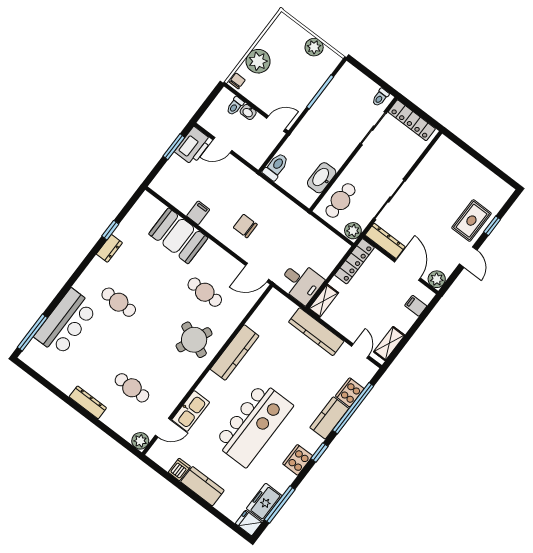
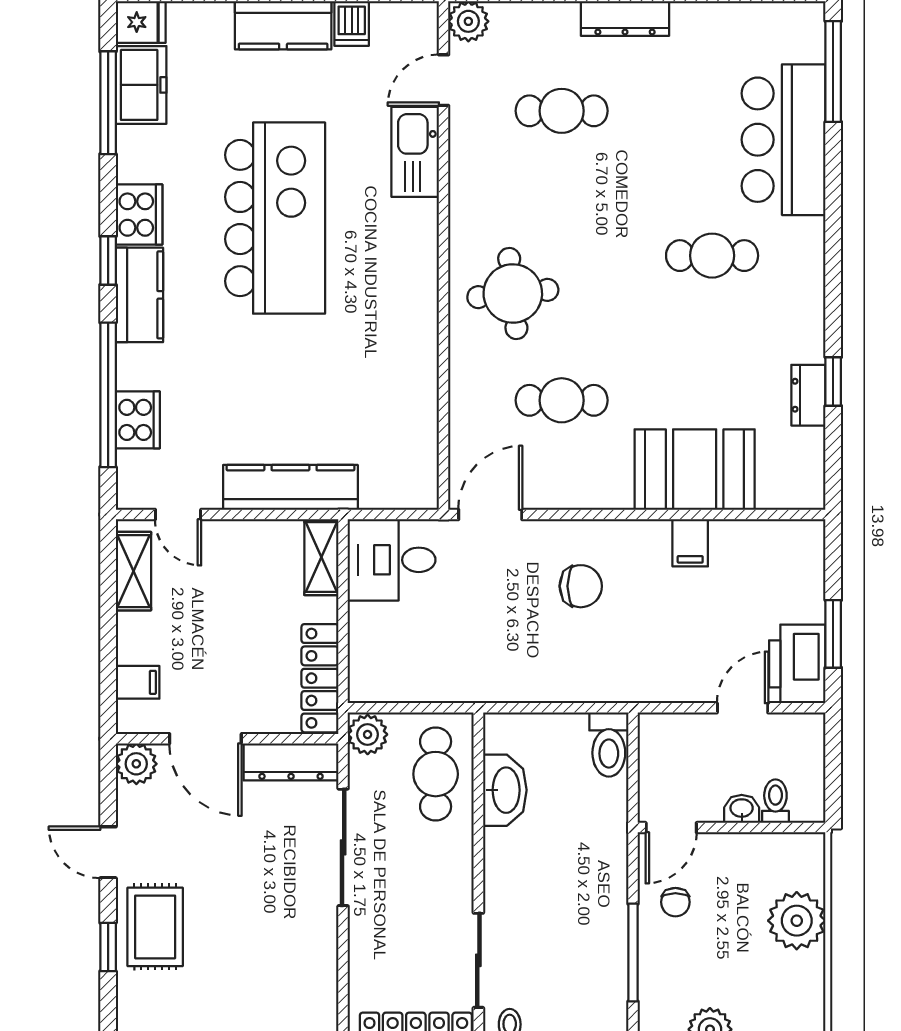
chair: (237, 81) -> (675, 902), moved
dresser: (109, 248) -> (808, 395), moved
round table: (194, 340) -> (513, 293), turned -30
kitchen counter: (235, 353) -> (416, 328), removed
kitchen counter: (329, 418) -> (139, 295), moved
kitchen island: (254, 424) -> (275, 218), turned 180

